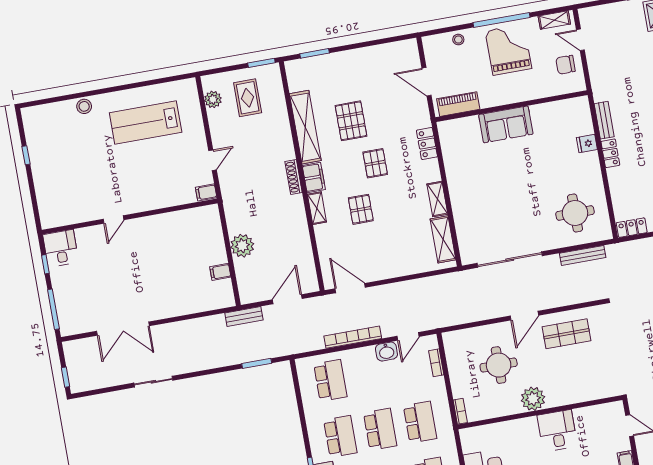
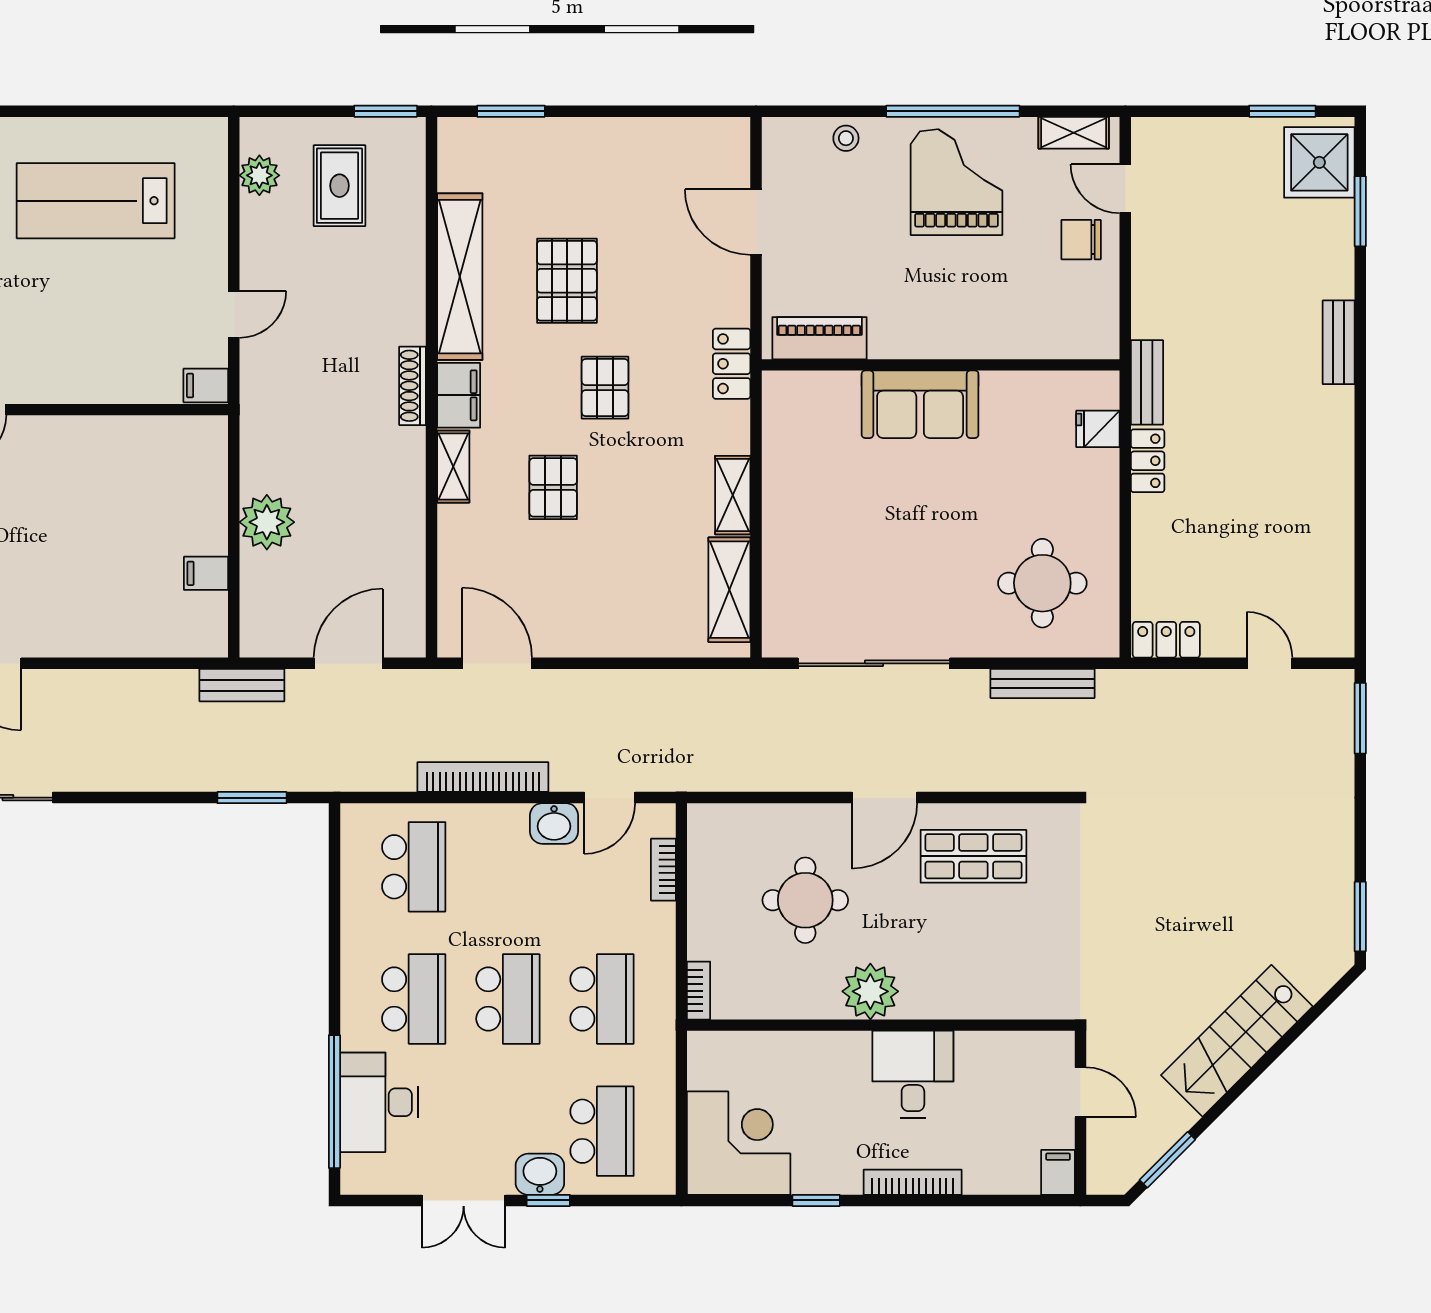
piano: (458, 104) -> (819, 338), moved
wall: (512, 106) -> (941, 365), moved
sofa: (506, 124) -> (920, 404), moved

